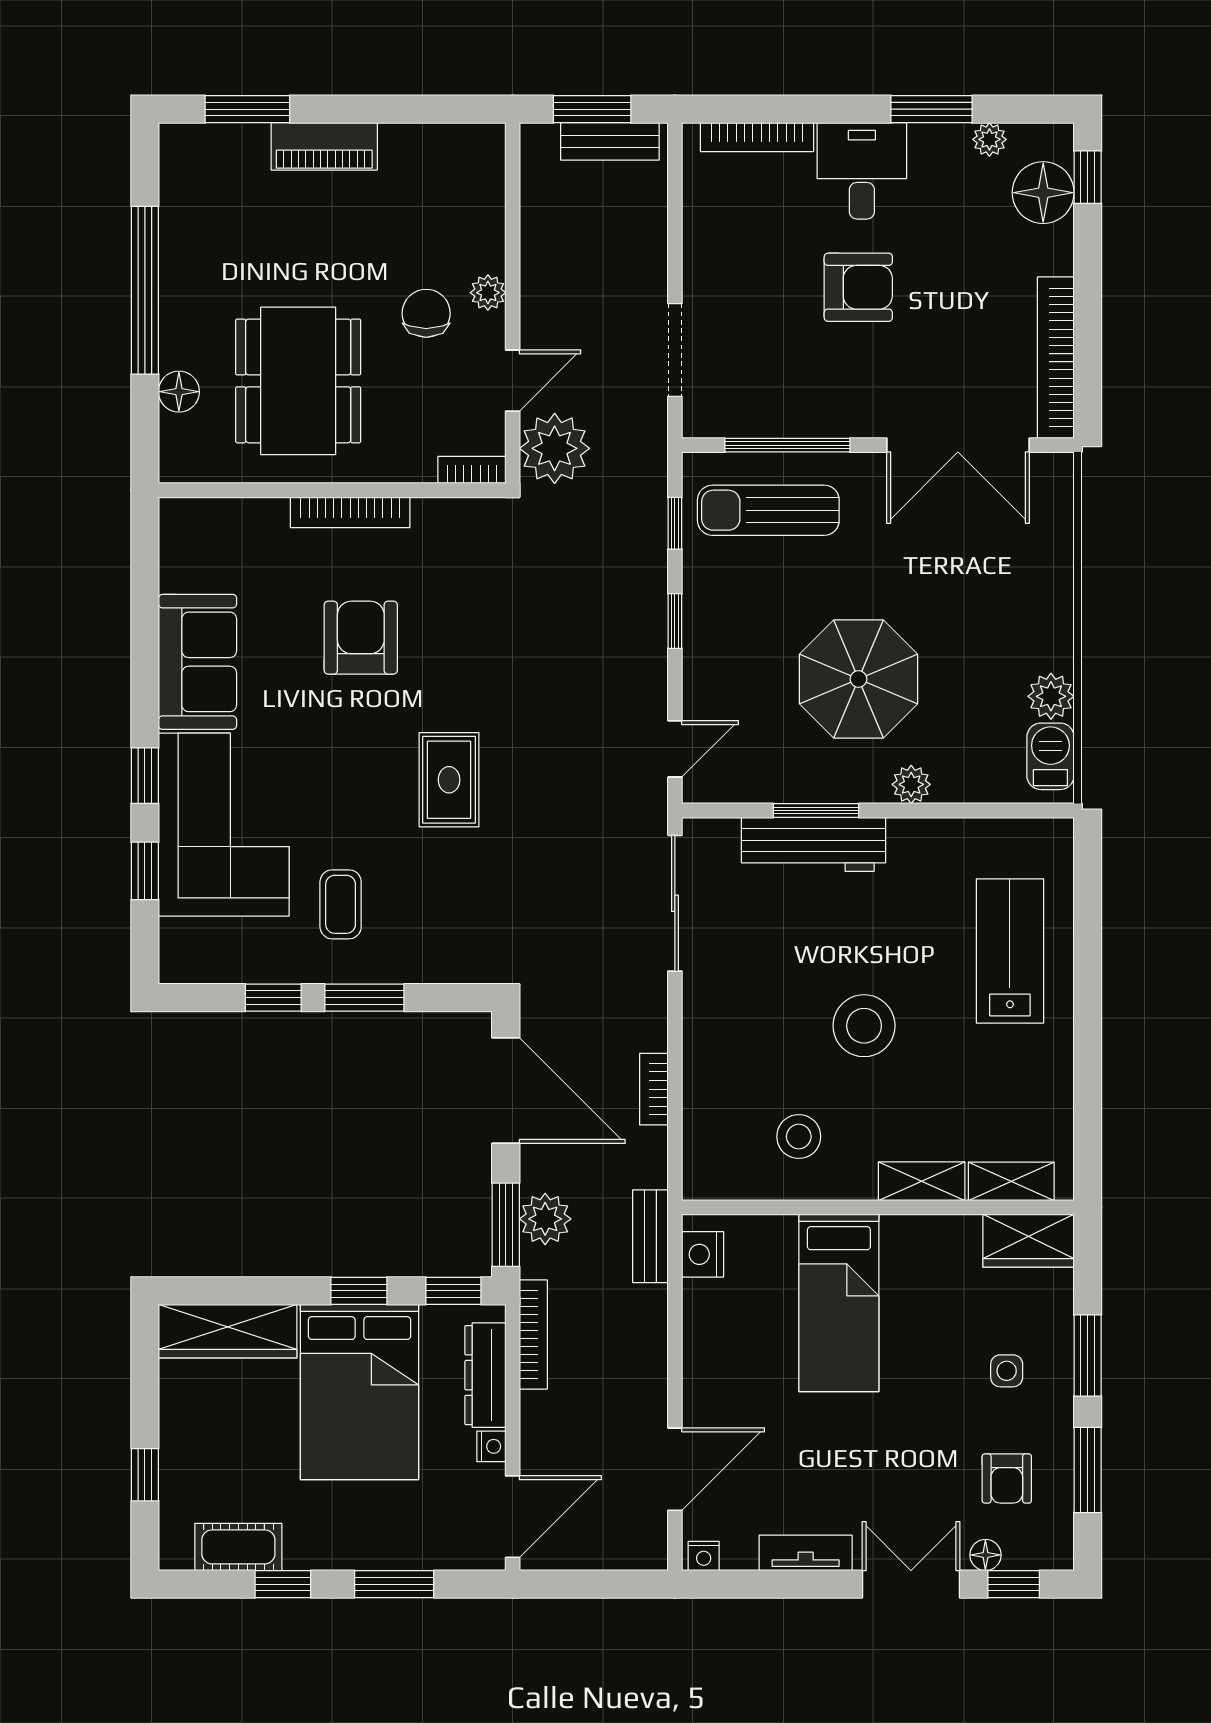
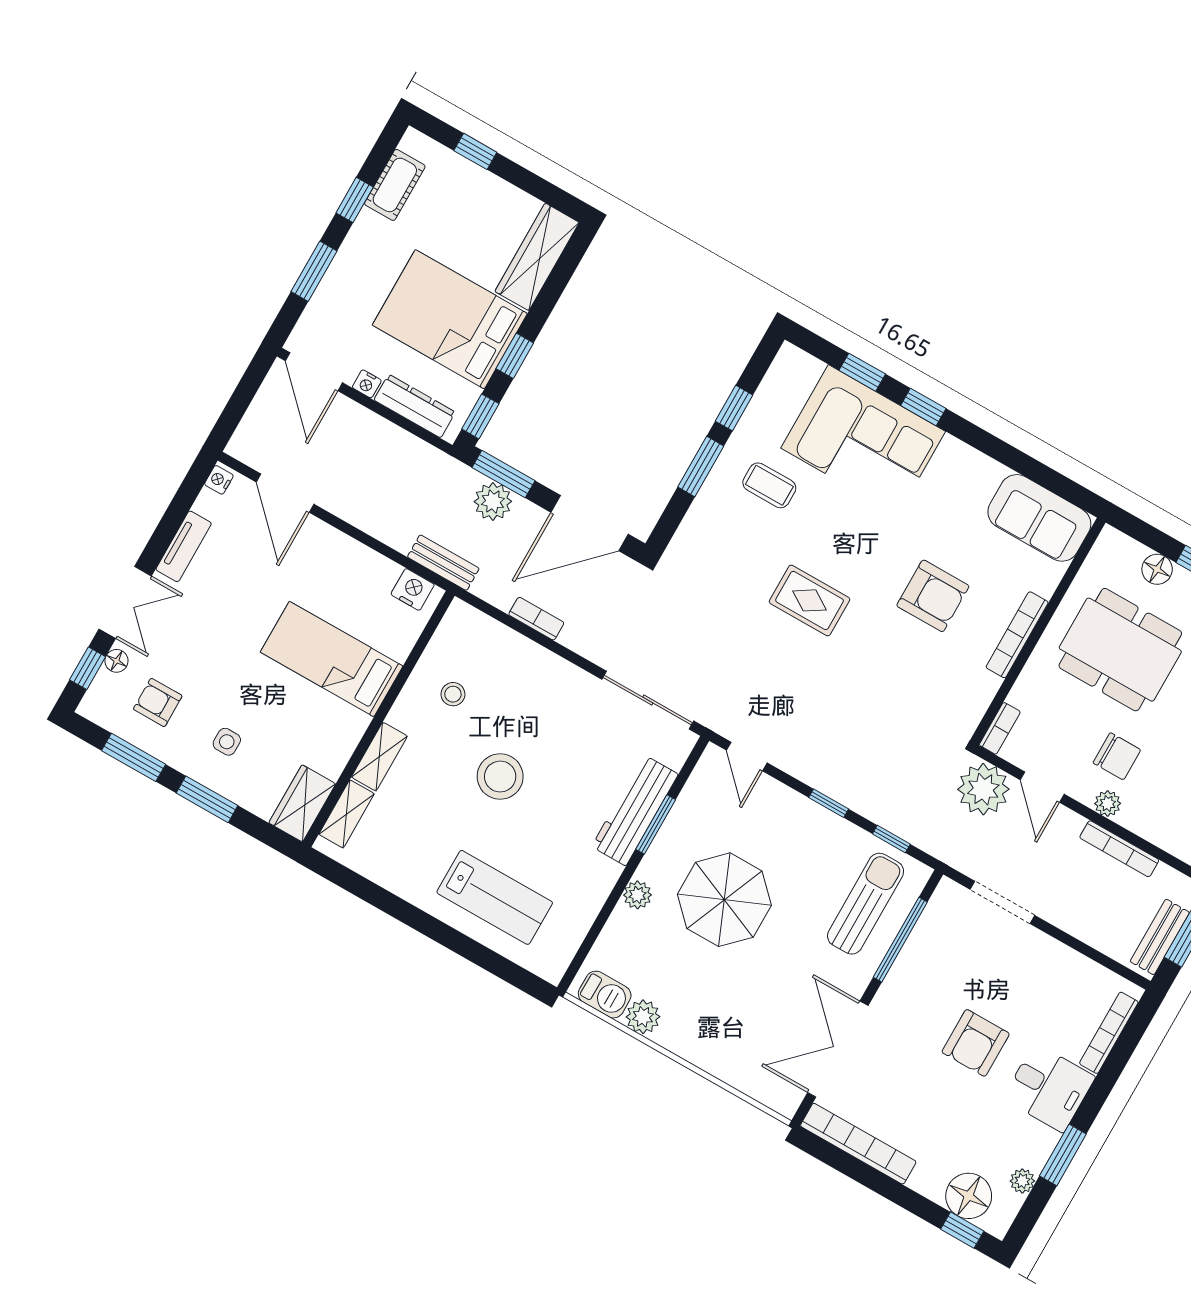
sofa: (198, 662) -> (1039, 518), moved
stool: (799, 1137) -> (453, 694), width x0.73, depth x0.73
bookcase: (533, 1335) -> (1119, 849), moved

